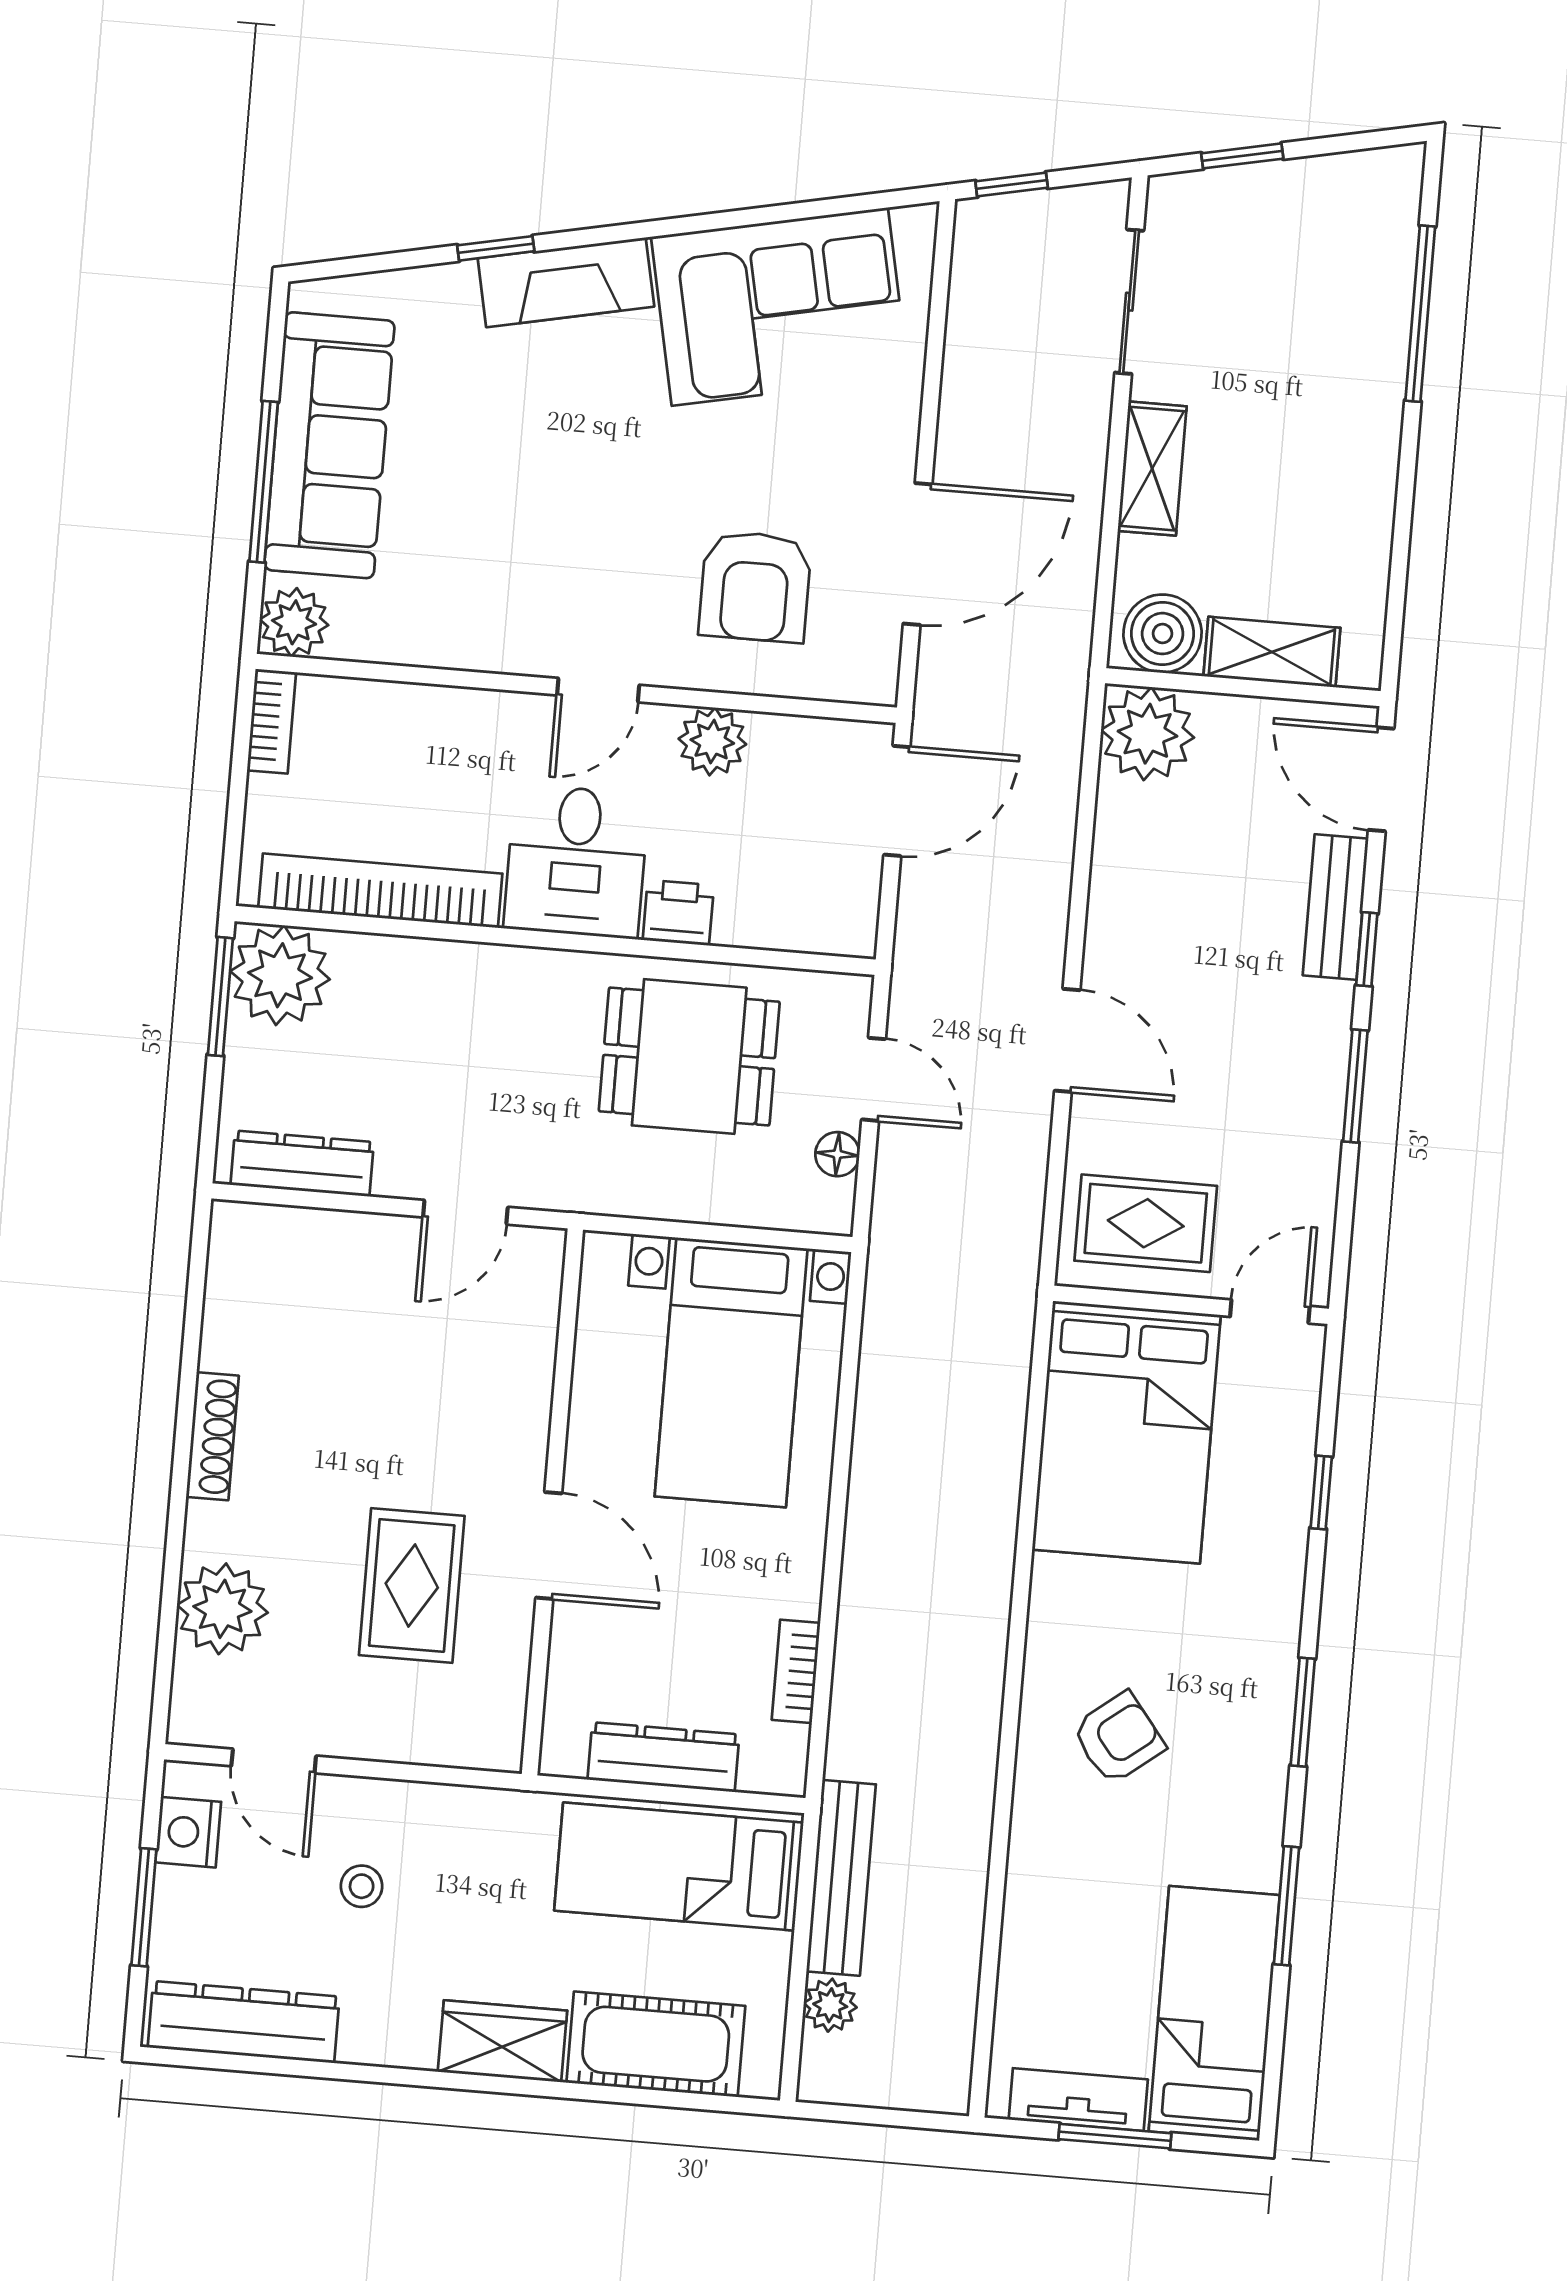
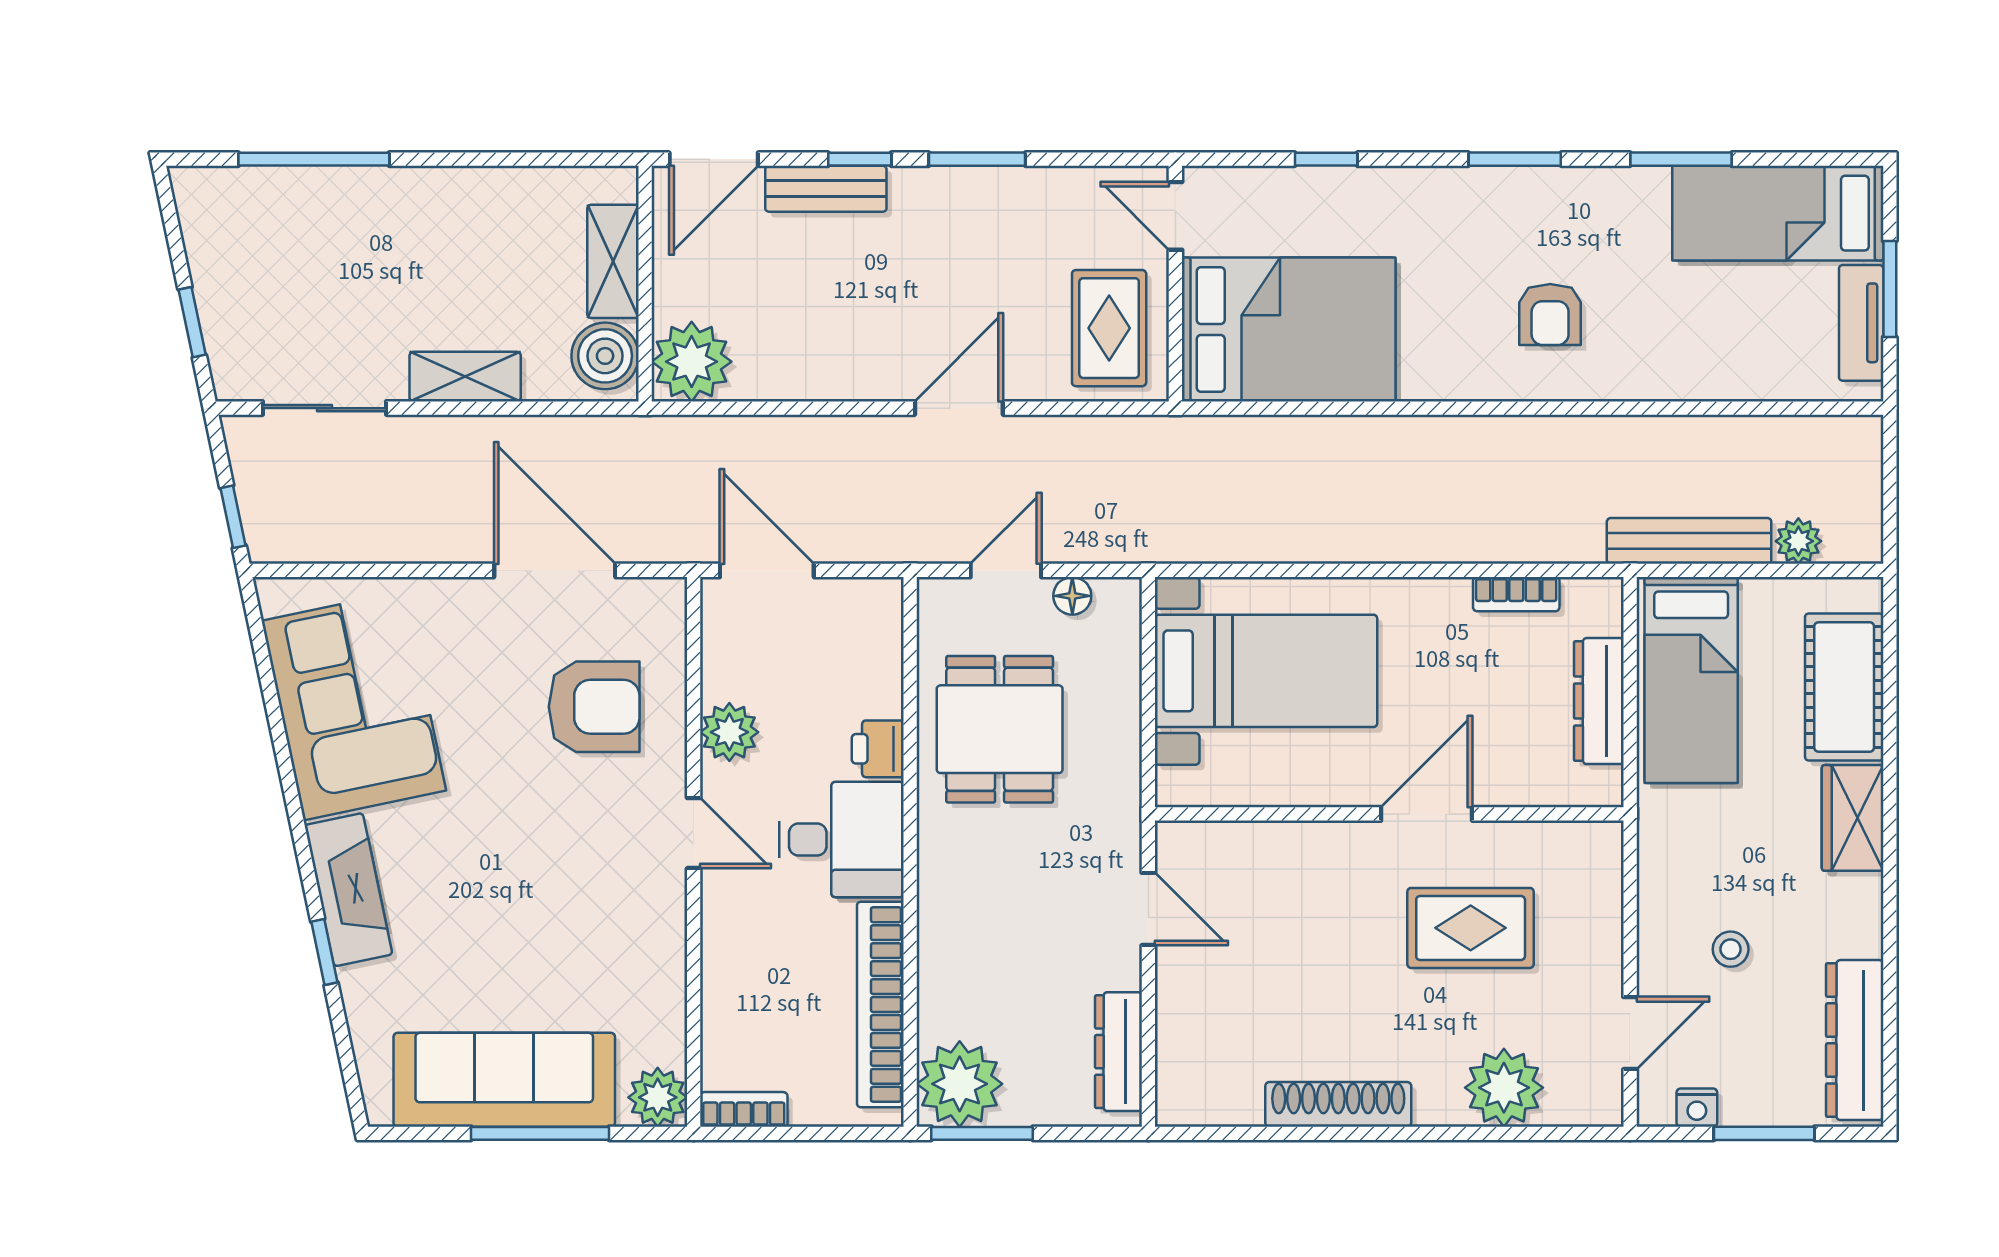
shoe rack: (212, 1436) -> (1338, 1104), width x1.36, depth x1.24
armchair: (1118, 1738) -> (1550, 315), turned -142
nightstand: (188, 1832) -> (1697, 1108), width x0.72, depth x0.74

